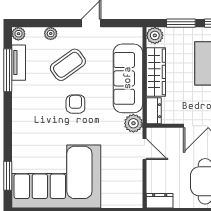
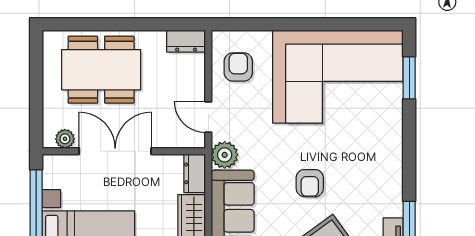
armchair: (124, 183) -> (238, 67), added

